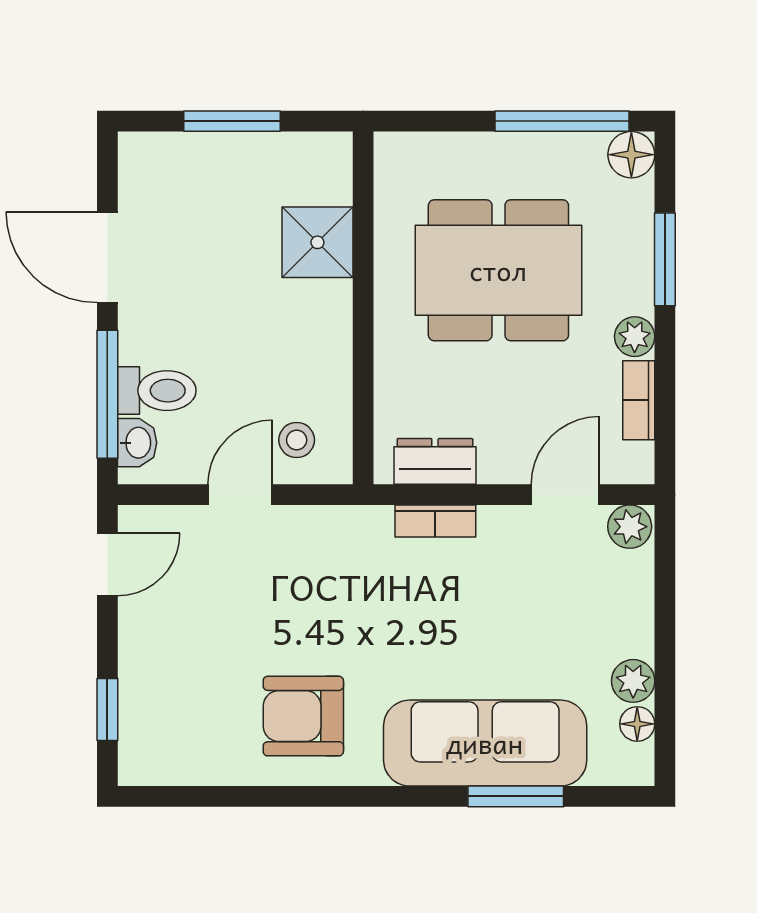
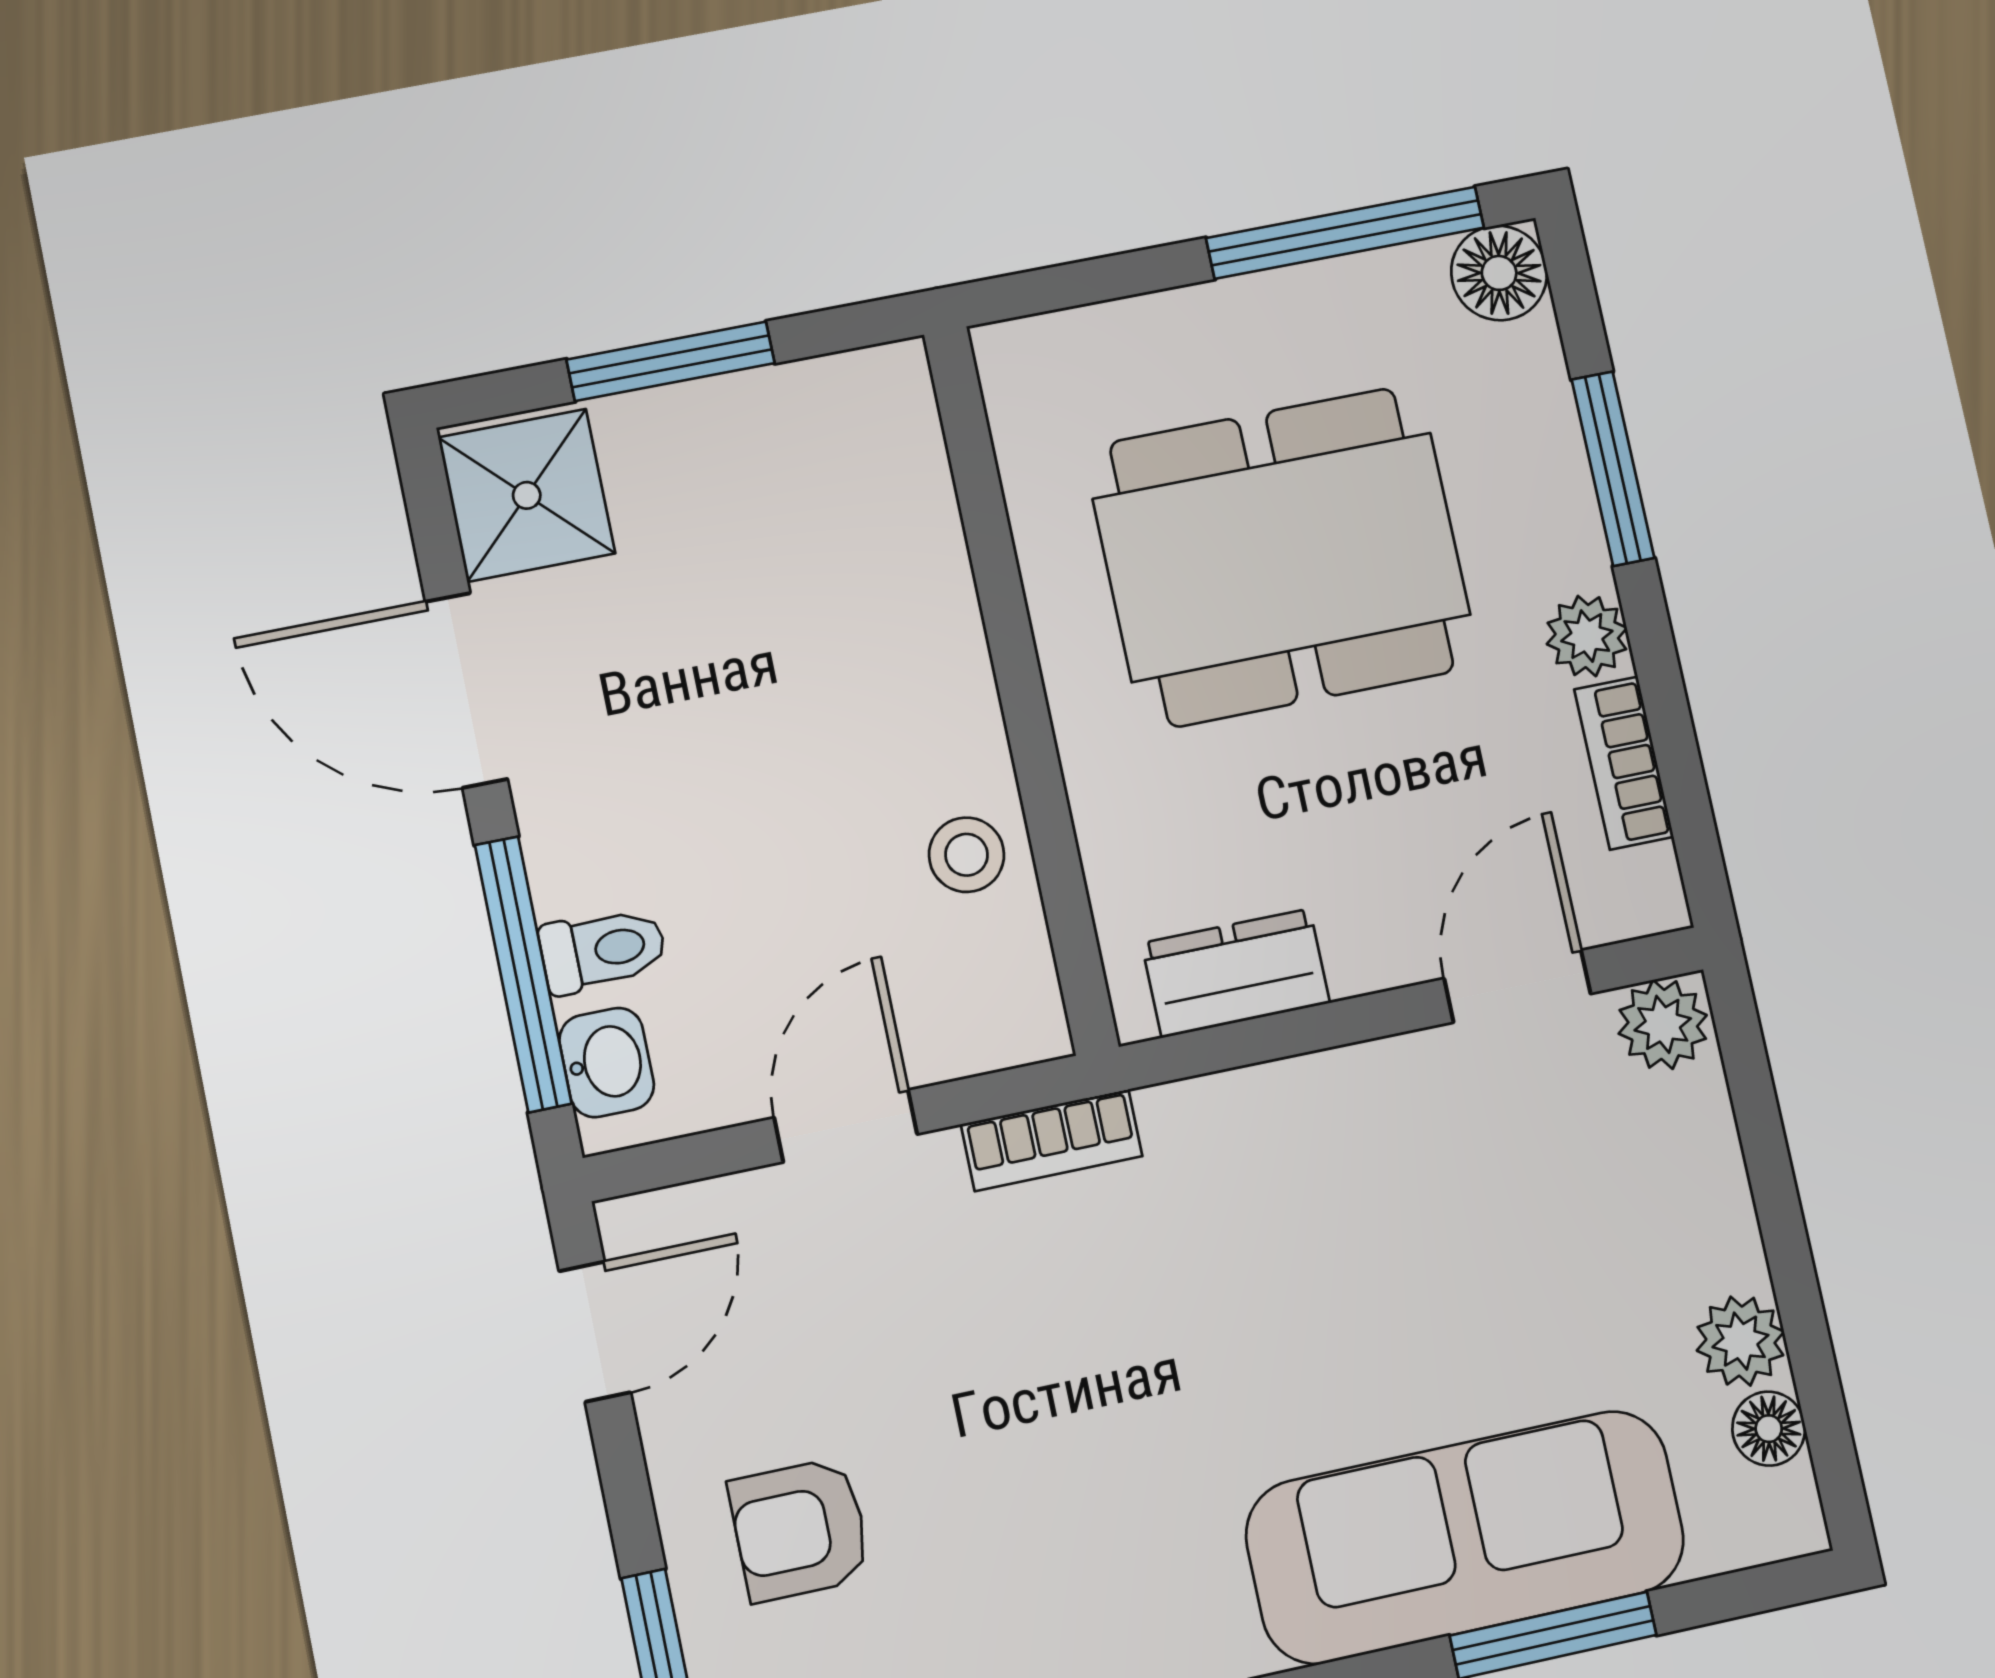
shower: (317, 242) -> (527, 495), moved
toilet: (157, 391) -> (603, 950), width x0.73, depth x0.72
stool: (297, 440) -> (967, 855), moved
bookcase: (435, 521) -> (1052, 1140), moved
armchair: (303, 716) -> (800, 1530), moved, width x0.72, depth x0.72

